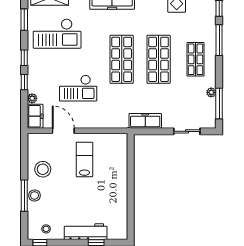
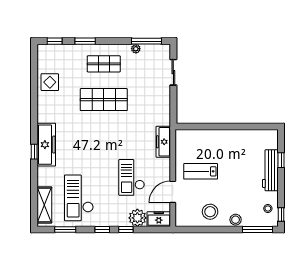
checkout: (57, 34) -> (79, 198), turned 180
window: (219, 40) -> (85, 41), width x0.69
shop shelf: (122, 59) -> (104, 135), removed
checkout: (78, 88) -> (132, 177), turned 180
plant: (32, 98) -> (137, 218), width x1.88, depth x1.88
freezer: (145, 121) -> (163, 142), moved
window: (24, 196) -> (257, 230), moved

